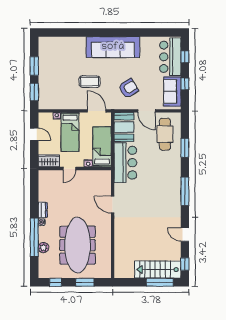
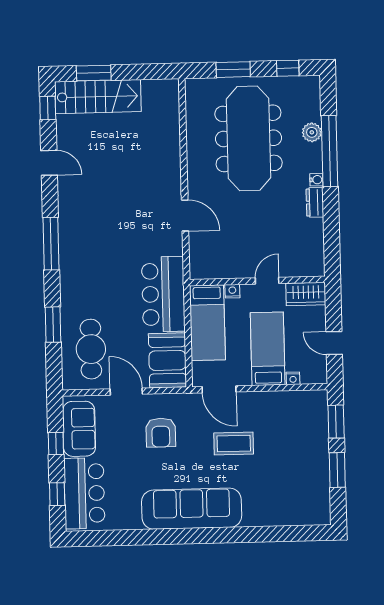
armchair: (128, 88) -> (161, 433), turned -58
window: (160, 282) -> (94, 73), width x0.69

